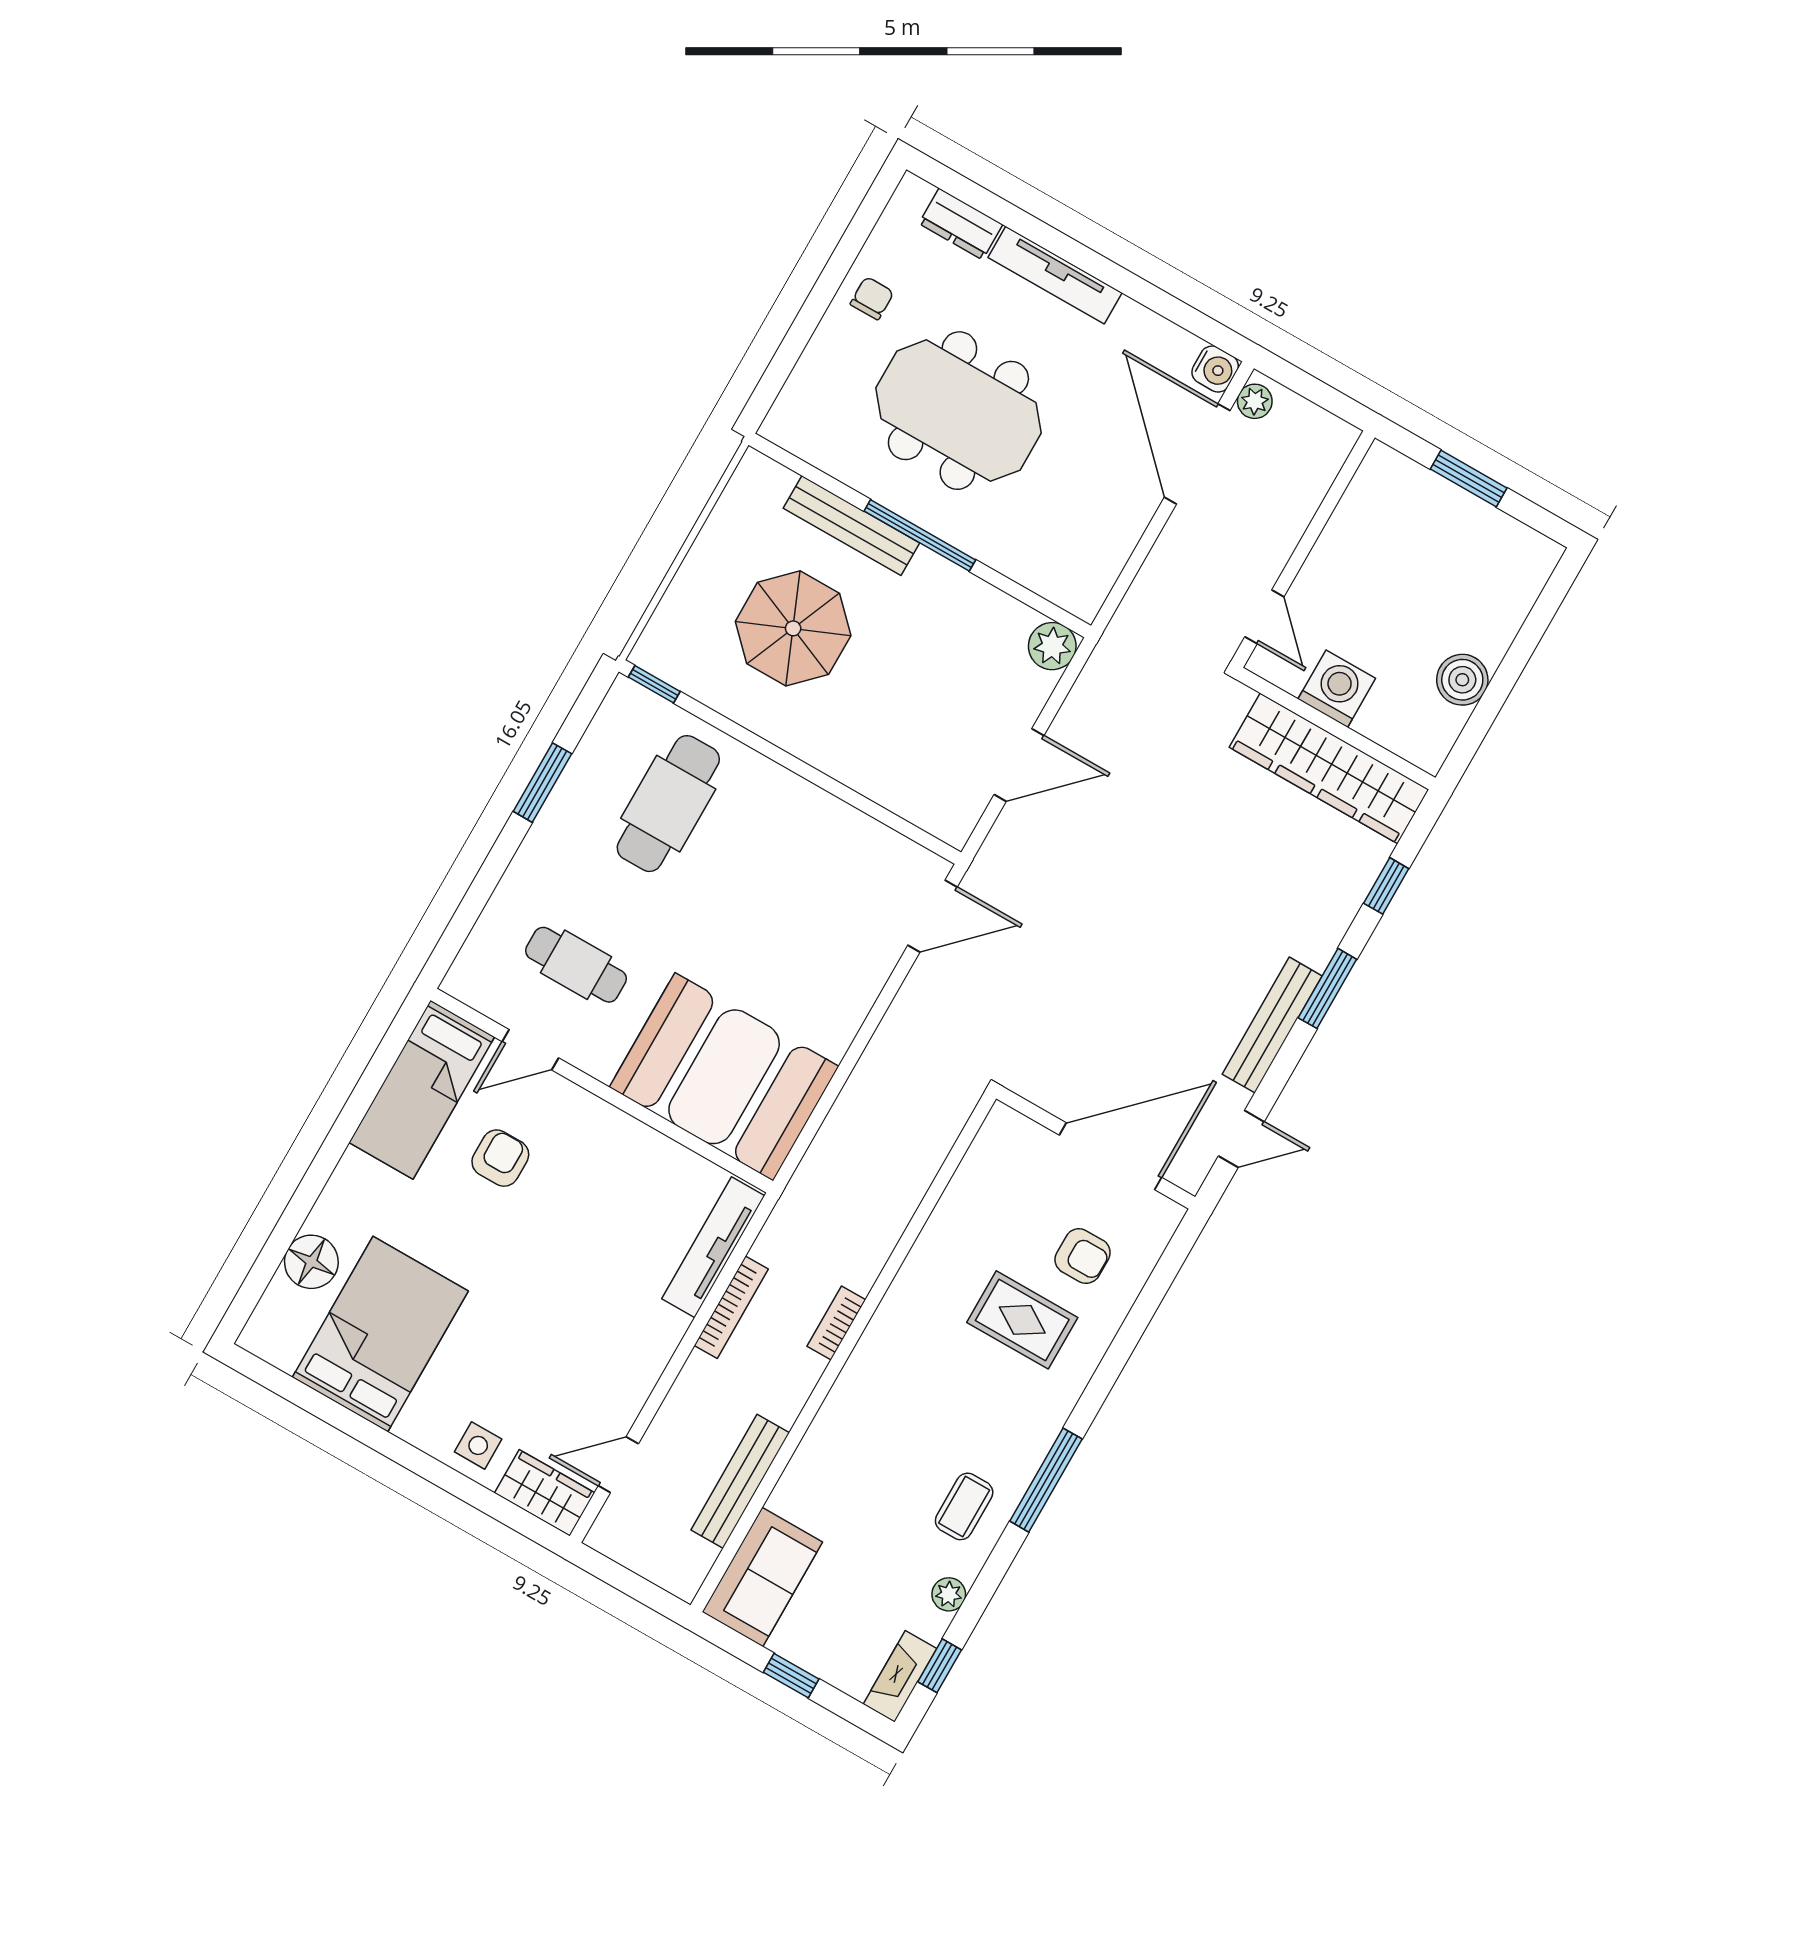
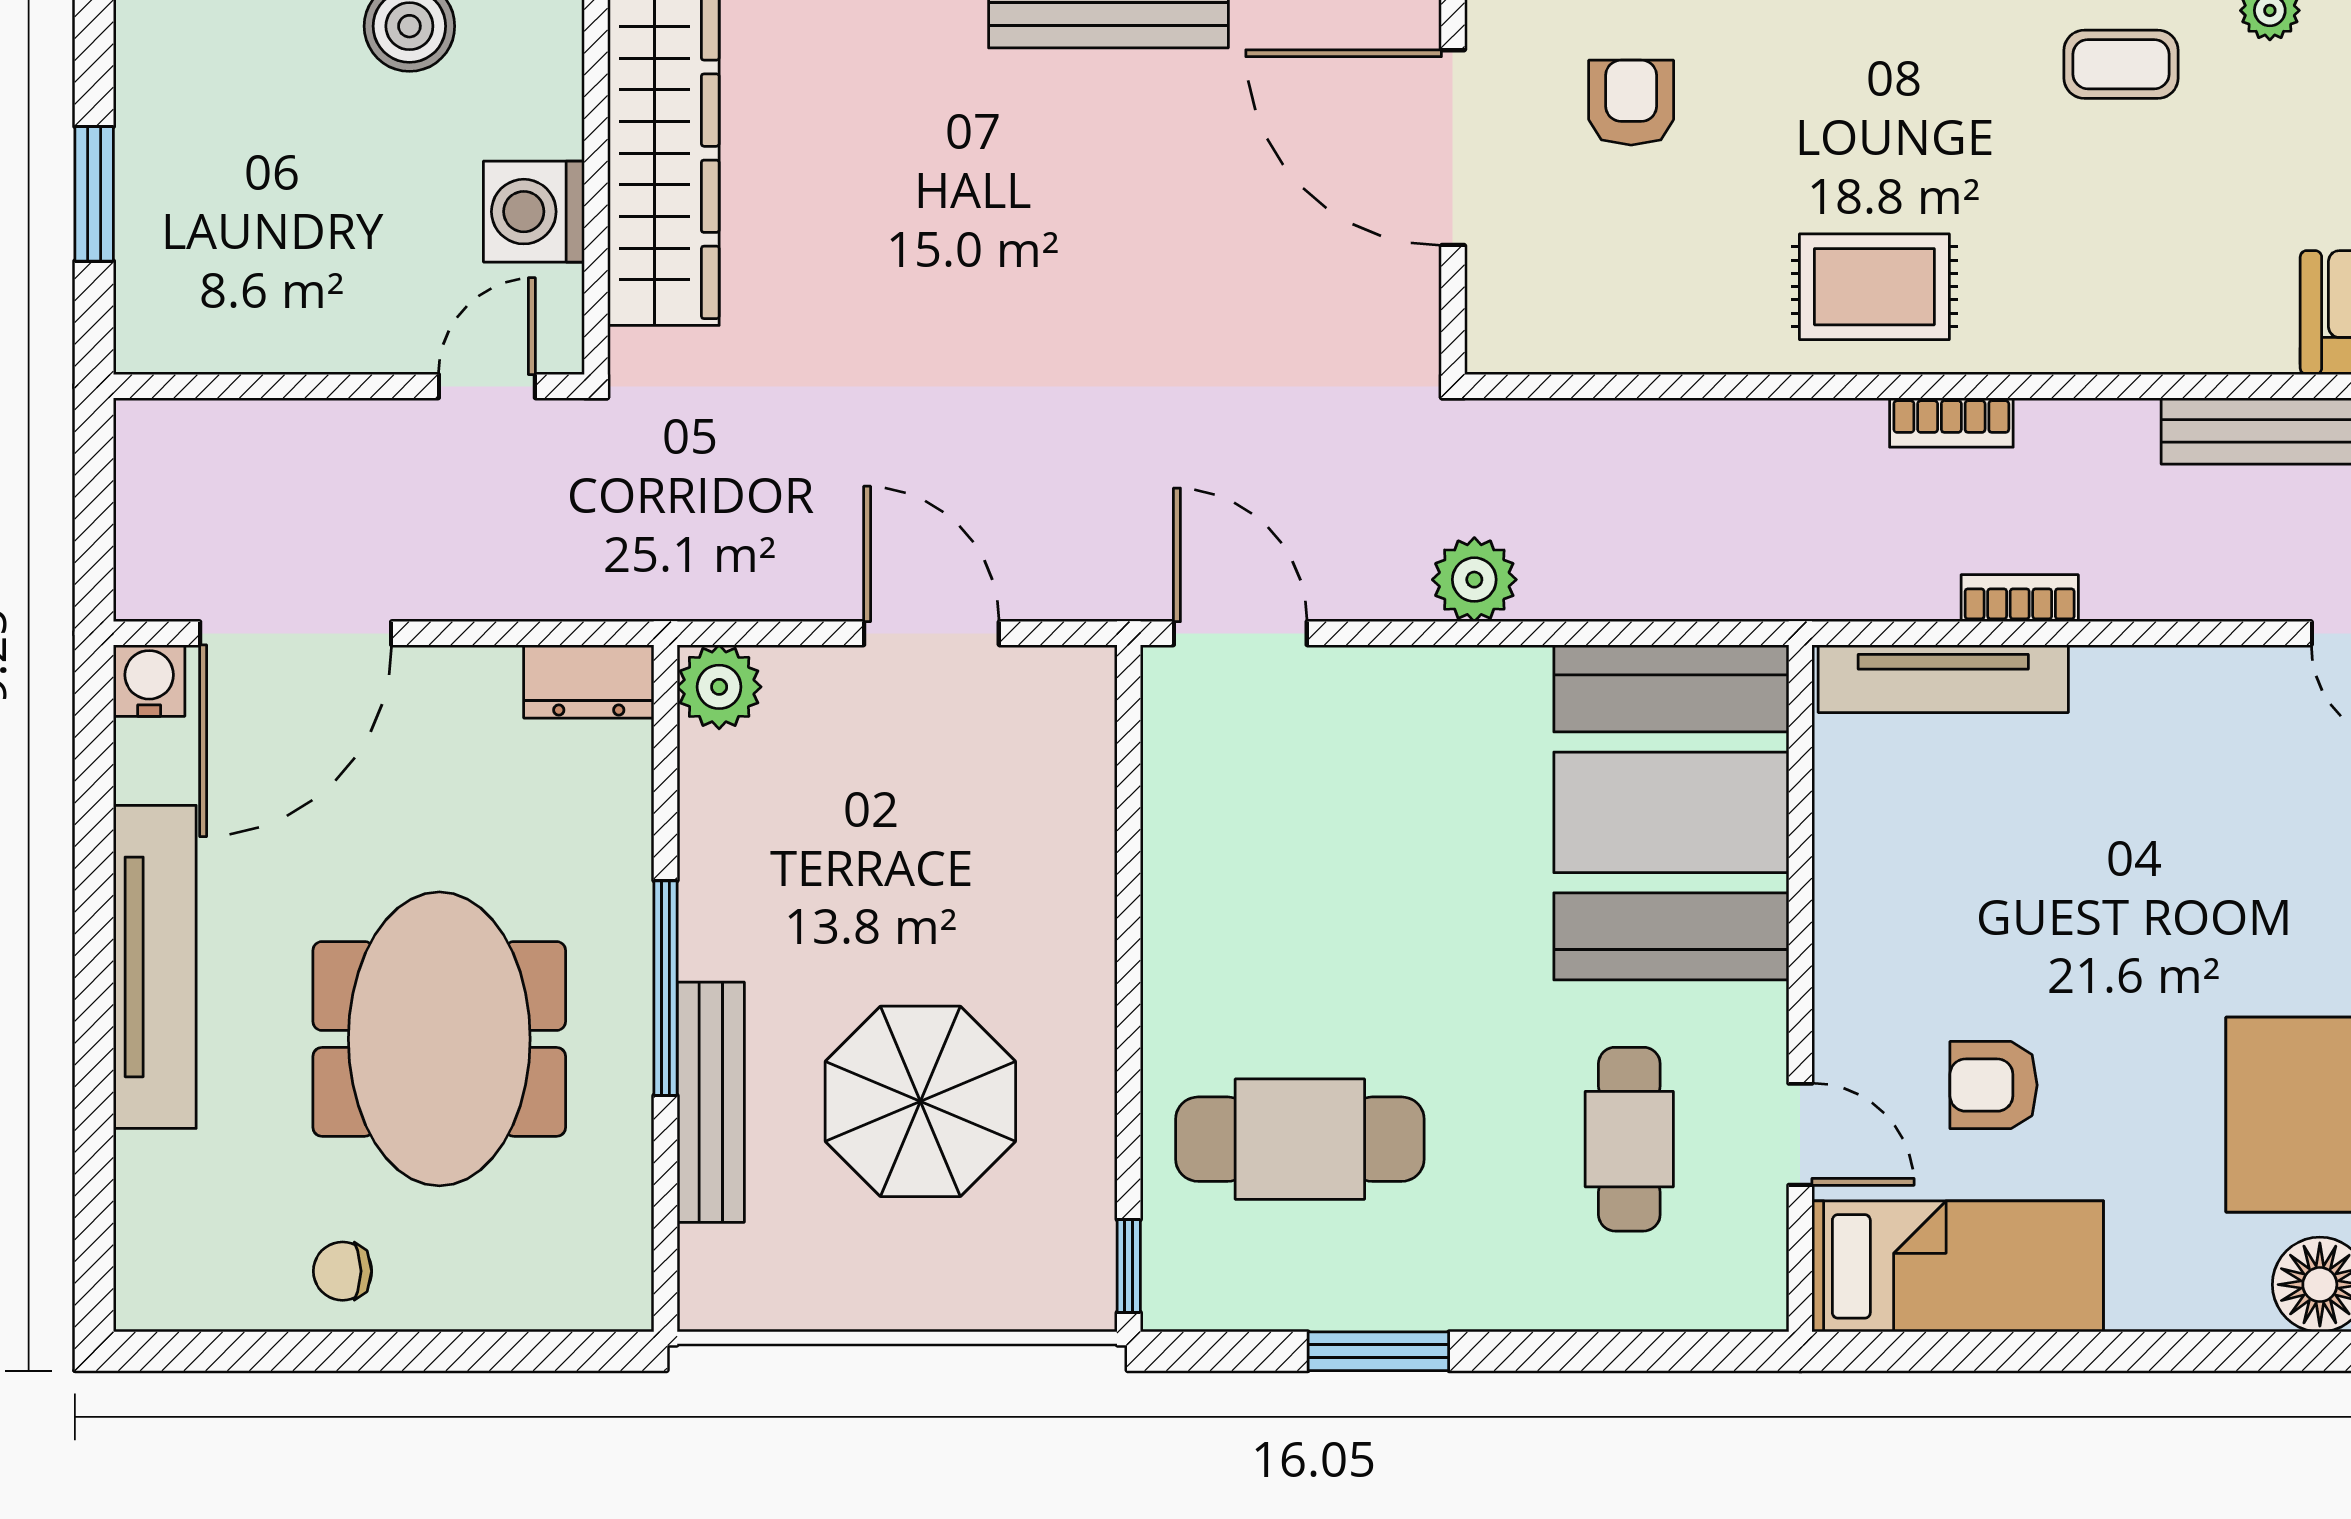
dresser: (961, 224) -> (589, 681), moved, turned 90
tv unit: (1055, 275) -> (155, 967), width x1.36, depth x1.29
plant: (1255, 401) -> (1474, 580), moved, width x1.38, depth x1.38
bookcase: (731, 1307) -> (2020, 598), width x0.64
rug: (1022, 1320) -> (1874, 287), moved, turned 90

